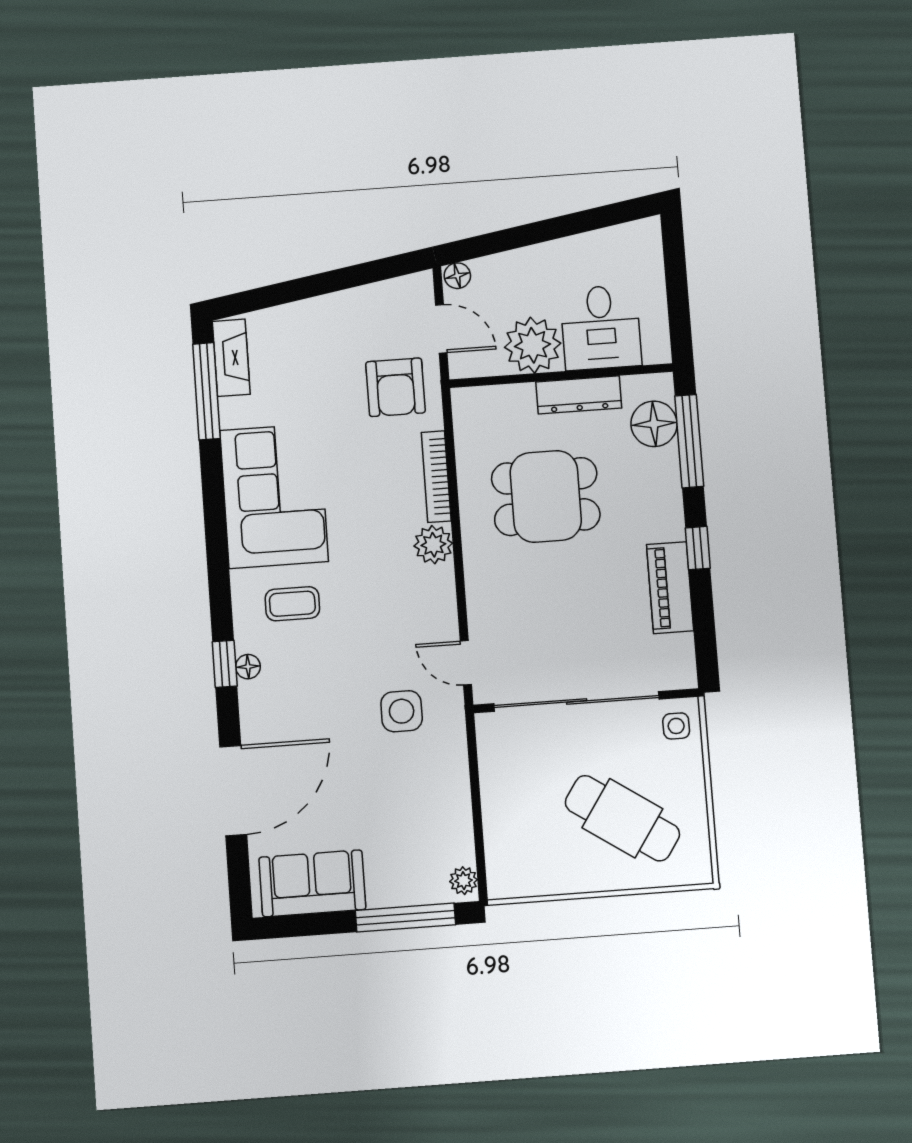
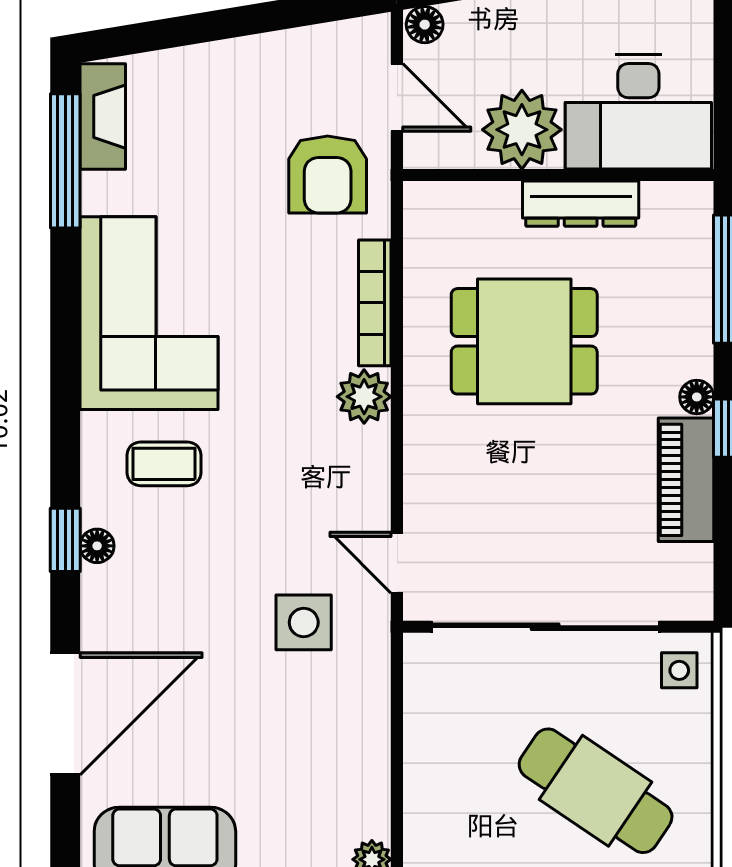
desk: (601, 327) -> (638, 112), width x1.37
floor lamp: (654, 424) -> (697, 397), moved, width x0.53, depth x0.53

